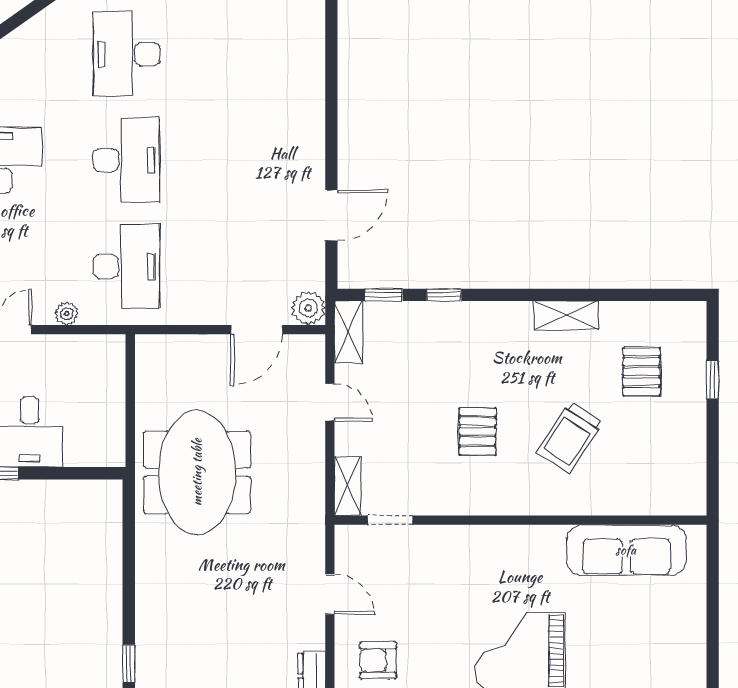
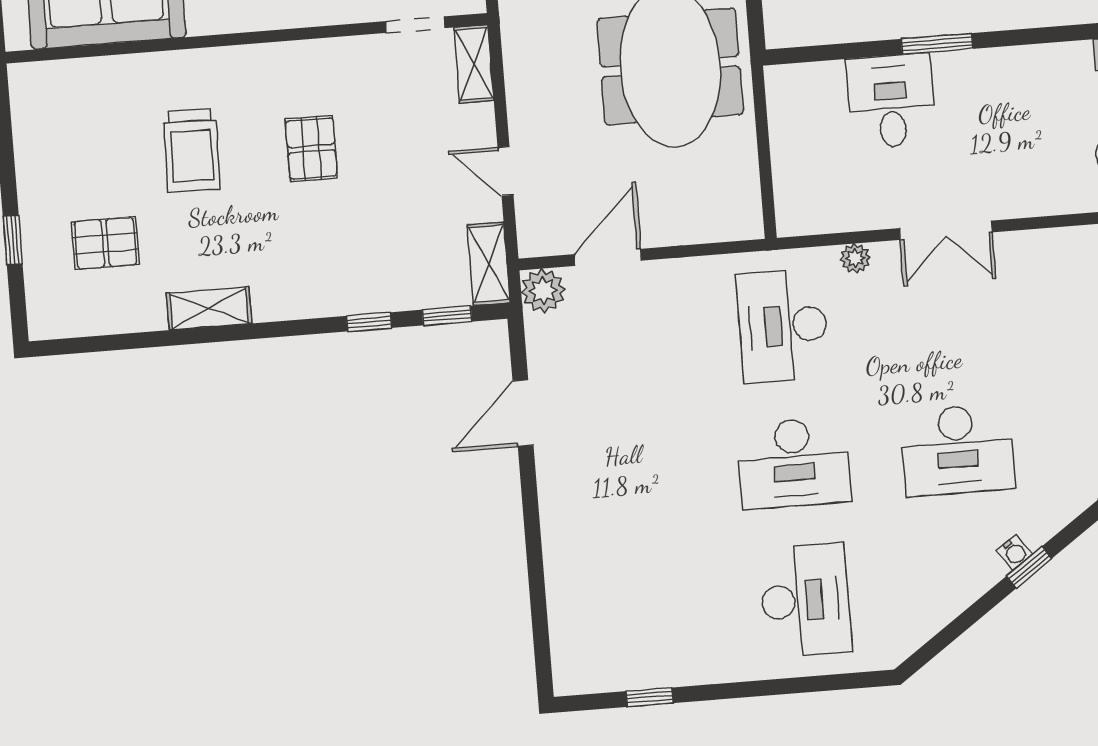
desk: (126, 160) -> (794, 463), turned -90
pallet: (642, 372) -> (105, 243), turned 90
trolley: (570, 438) -> (192, 150), turned 147

